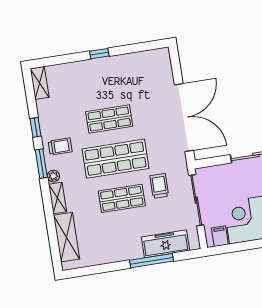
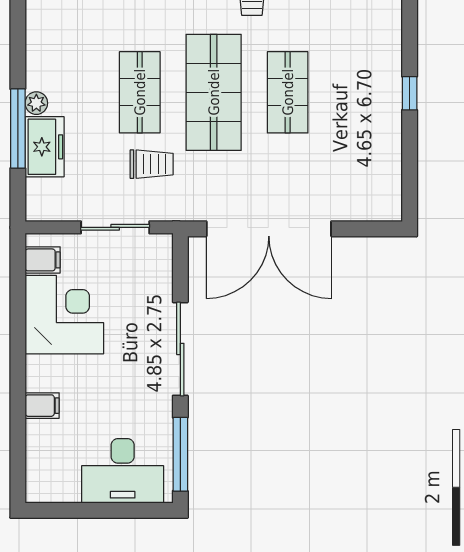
sliding door: (196, 200) -> (115, 227), width x0.73
freezer: (166, 244) -> (45, 147), width x0.71
plant: (136, 253) -> (36, 103), added

